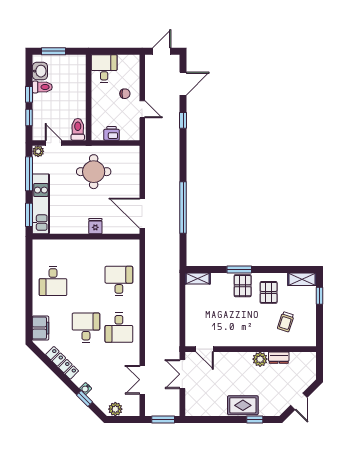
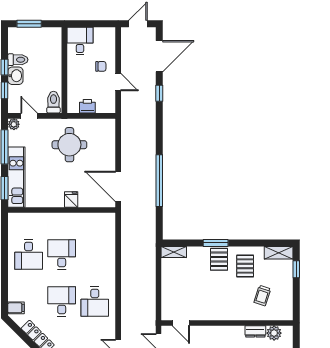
washbasin: (40, 71) -> (15, 76), moved
door: (183, 84) -> (159, 56), width x1.36
desk: (119, 281) -> (62, 254), moved
filing cabinet: (40, 328) -> (16, 308), width x0.50
plant: (260, 359) -> (274, 333), moved

